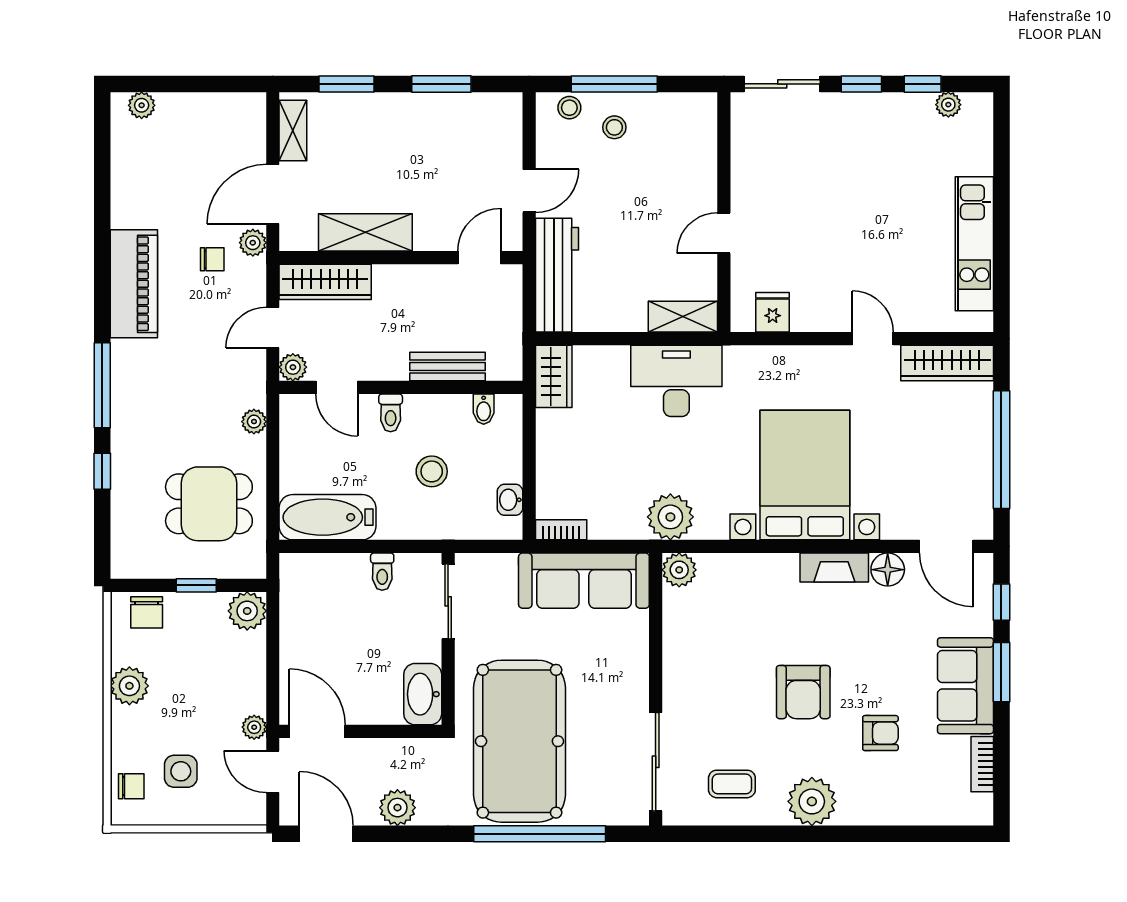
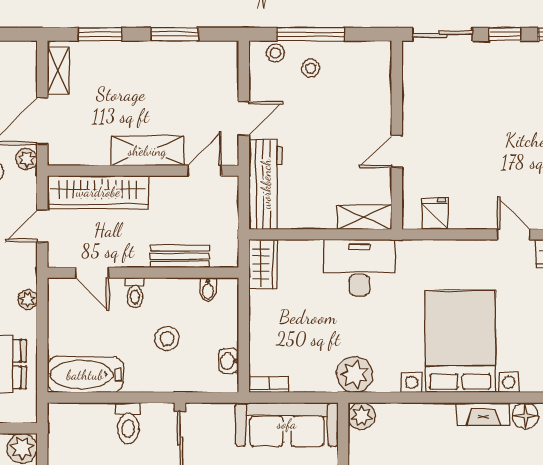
shelving: (365, 232) -> (147, 151), moved
wardrobe: (325, 282) -> (98, 192), width x1.40, depth x1.17
plant: (293, 367) -> (58, 257), removed
toilet: (382, 572) -> (128, 423), width x1.37, depth x1.39

